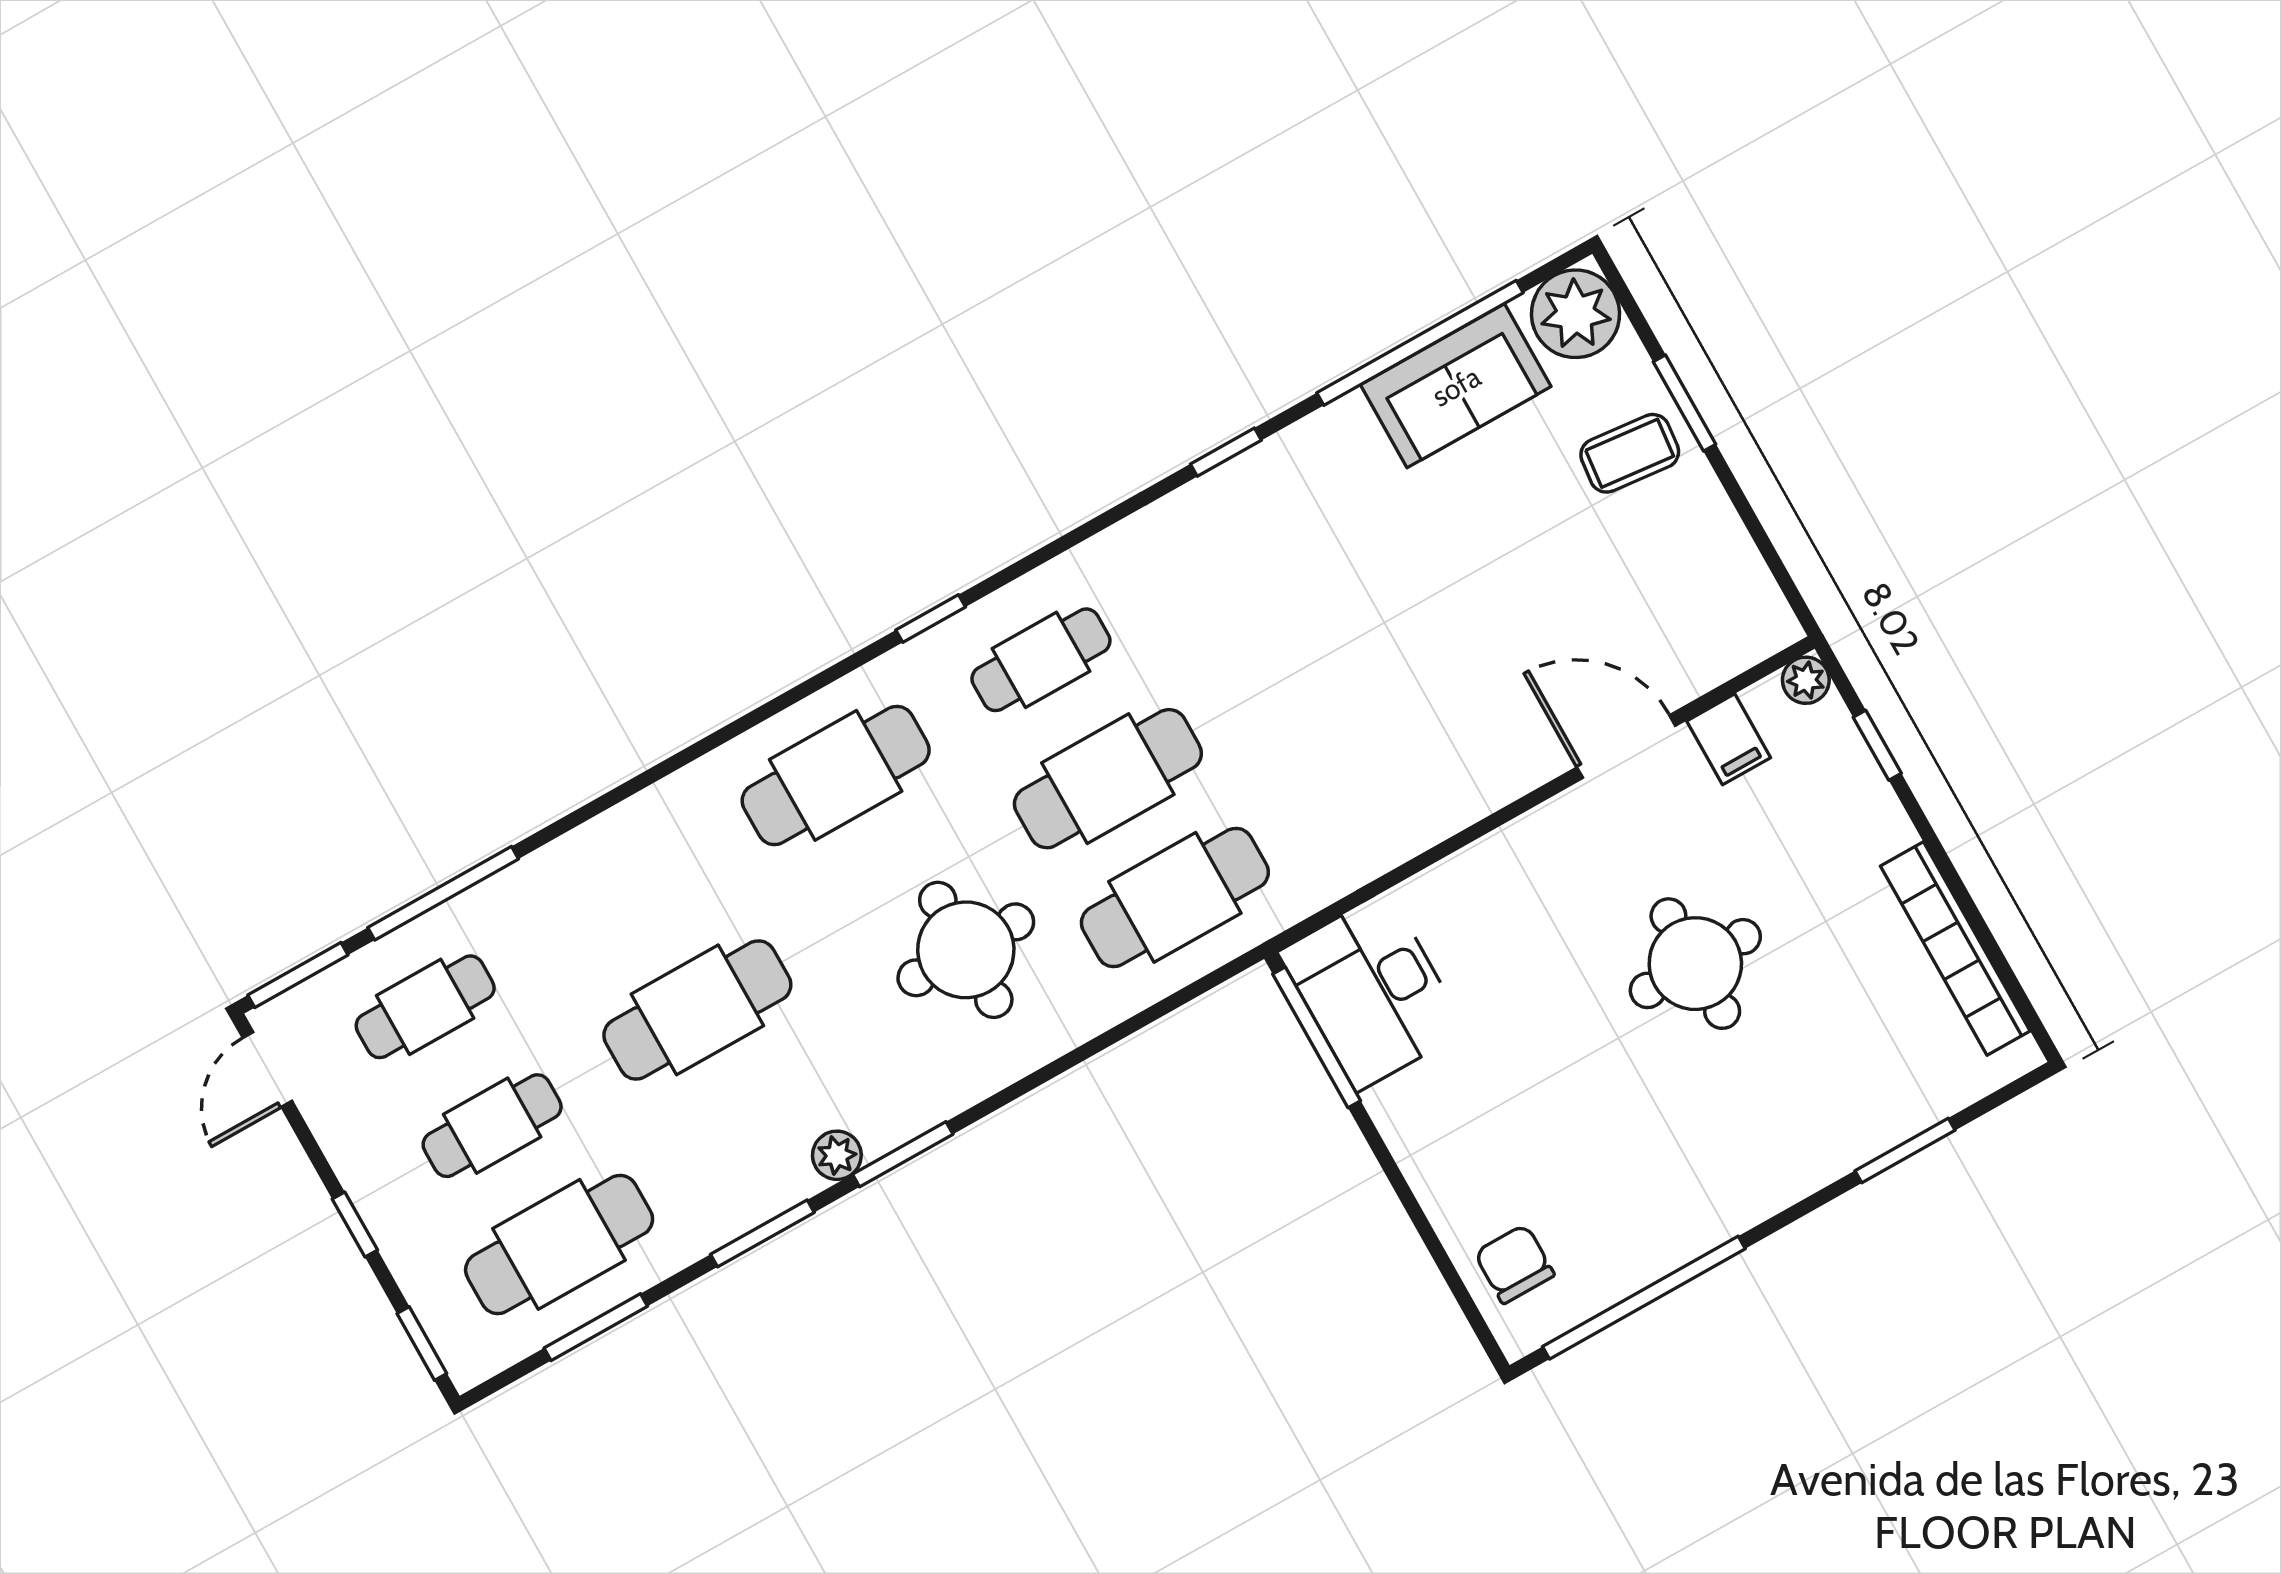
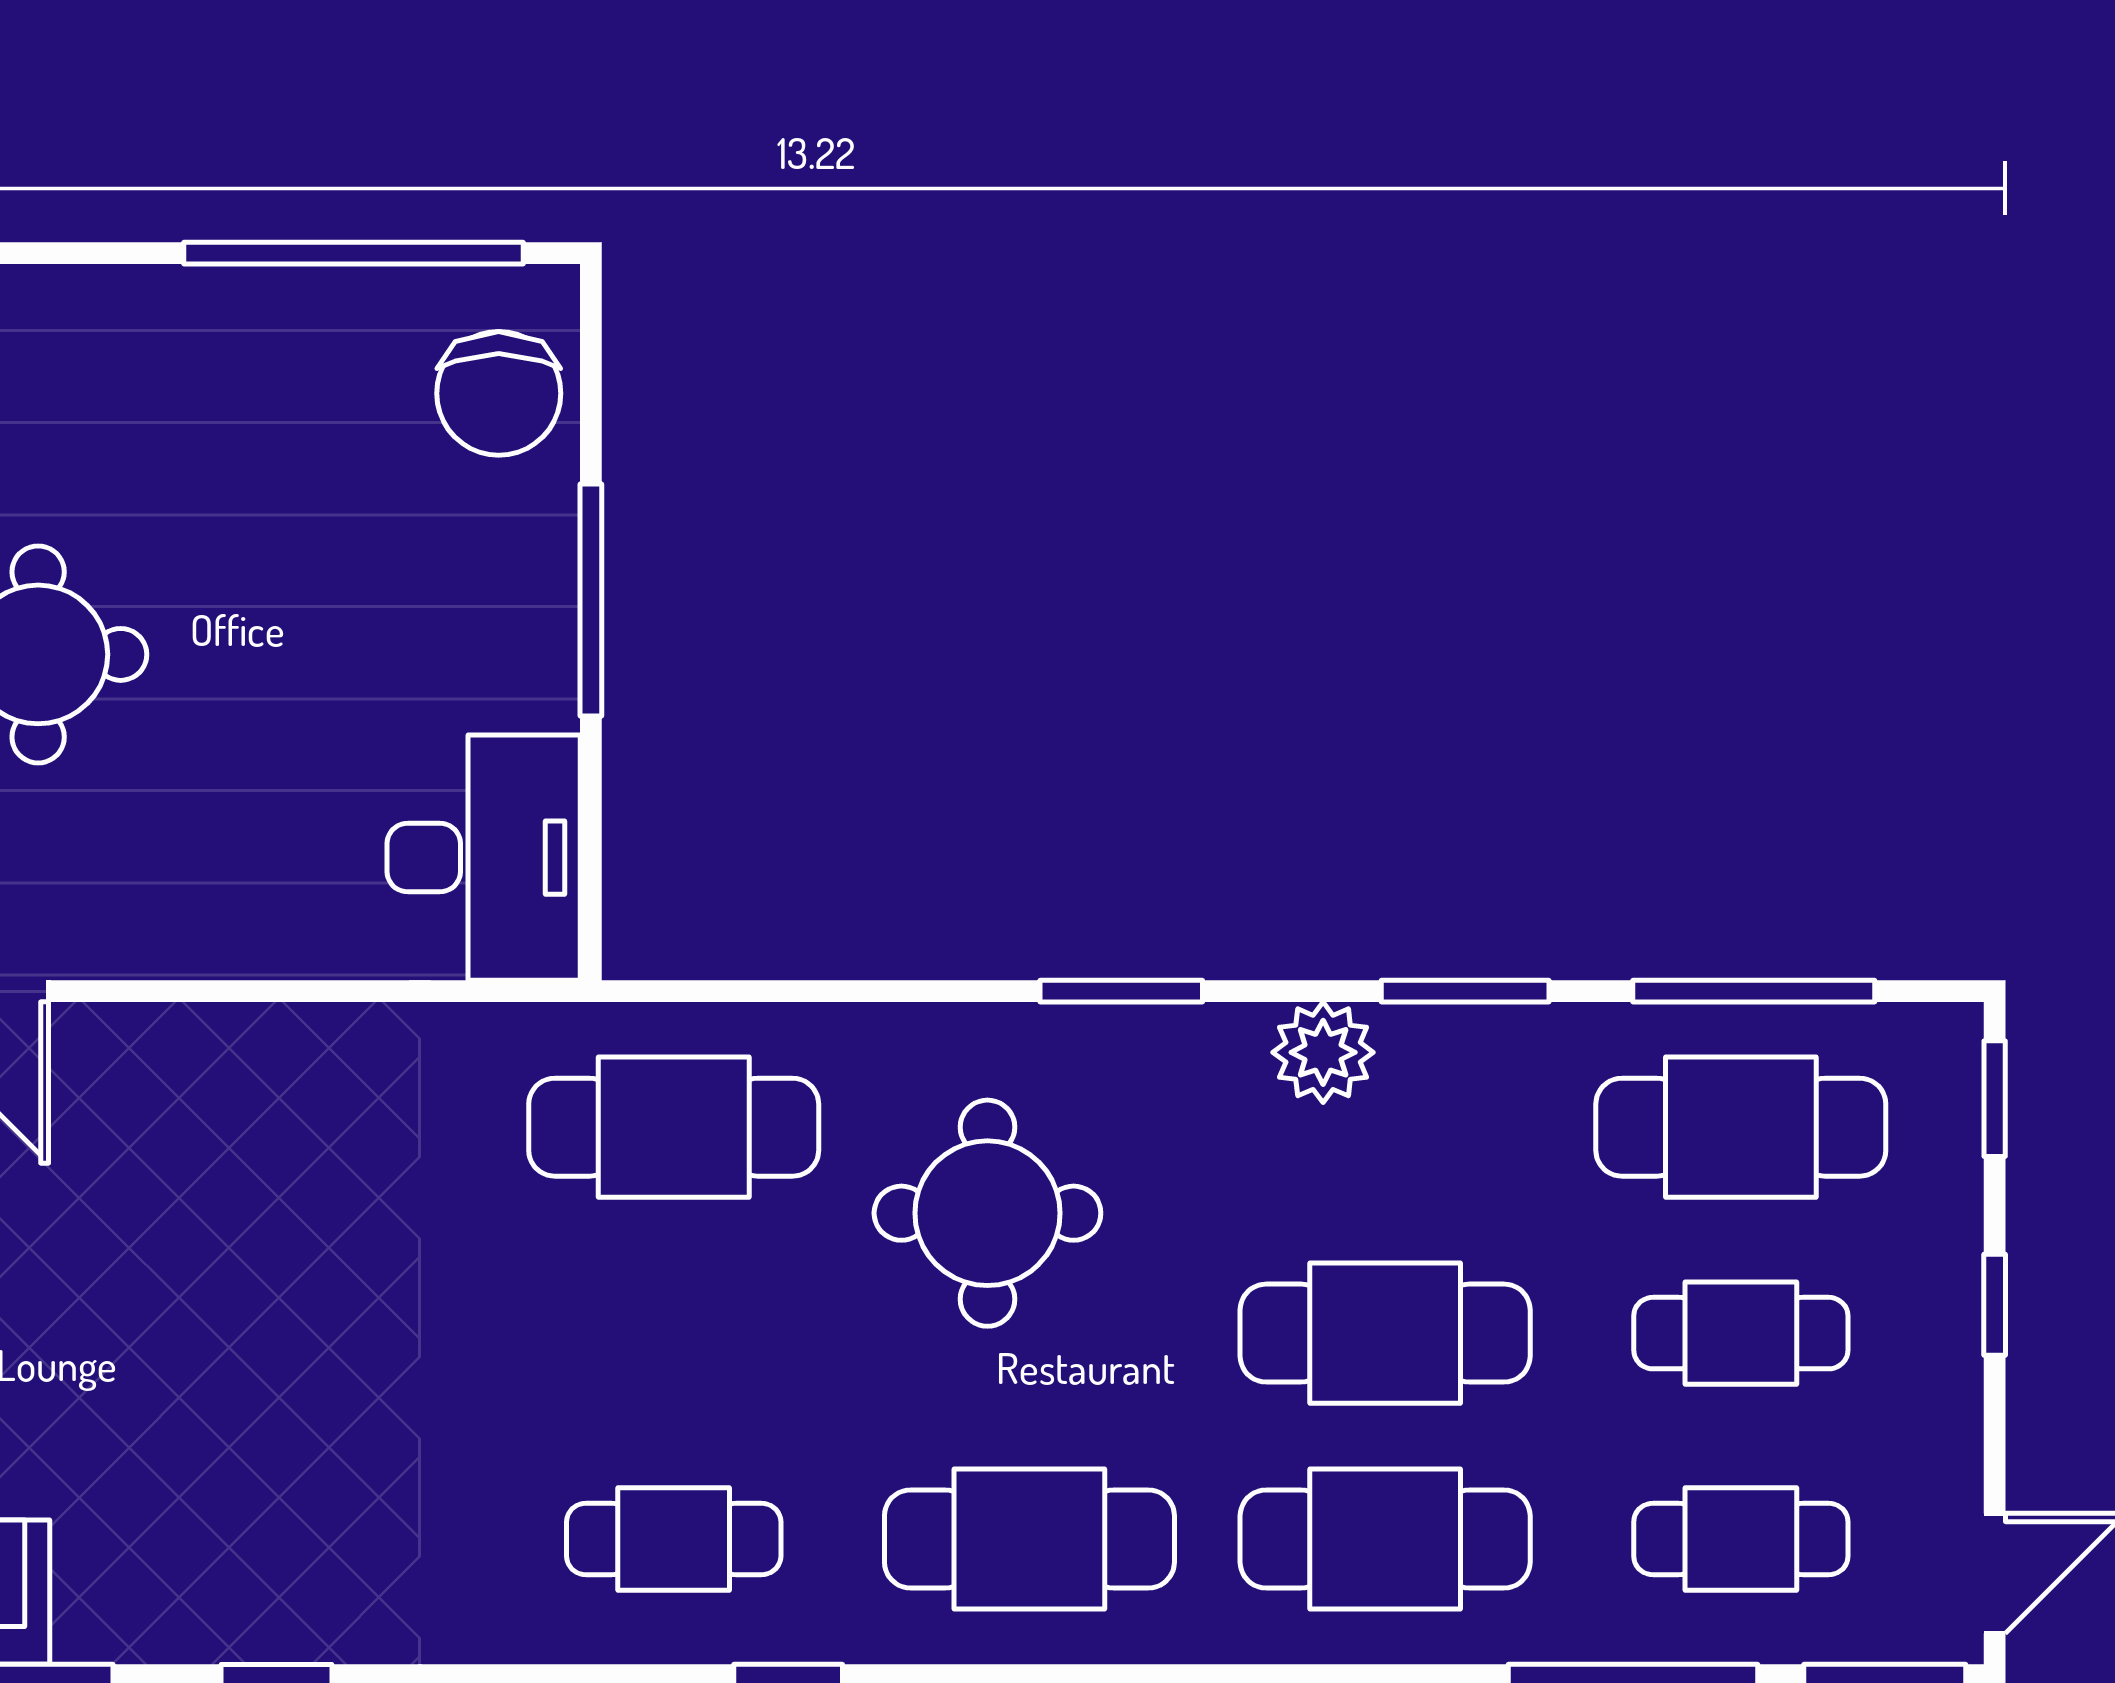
cafe table: (1108, 779) -> (1385, 1539), moved
window: (1317, 1037) -> (591, 600), moved
window: (903, 1154) -> (1121, 991), moved
plant: (837, 1155) -> (1323, 1052), width x1.38, depth x1.38
chair: (1514, 1264) -> (499, 393), width x1.37, depth x1.37
window: (596, 1327) -> (1754, 991), width x1.44

